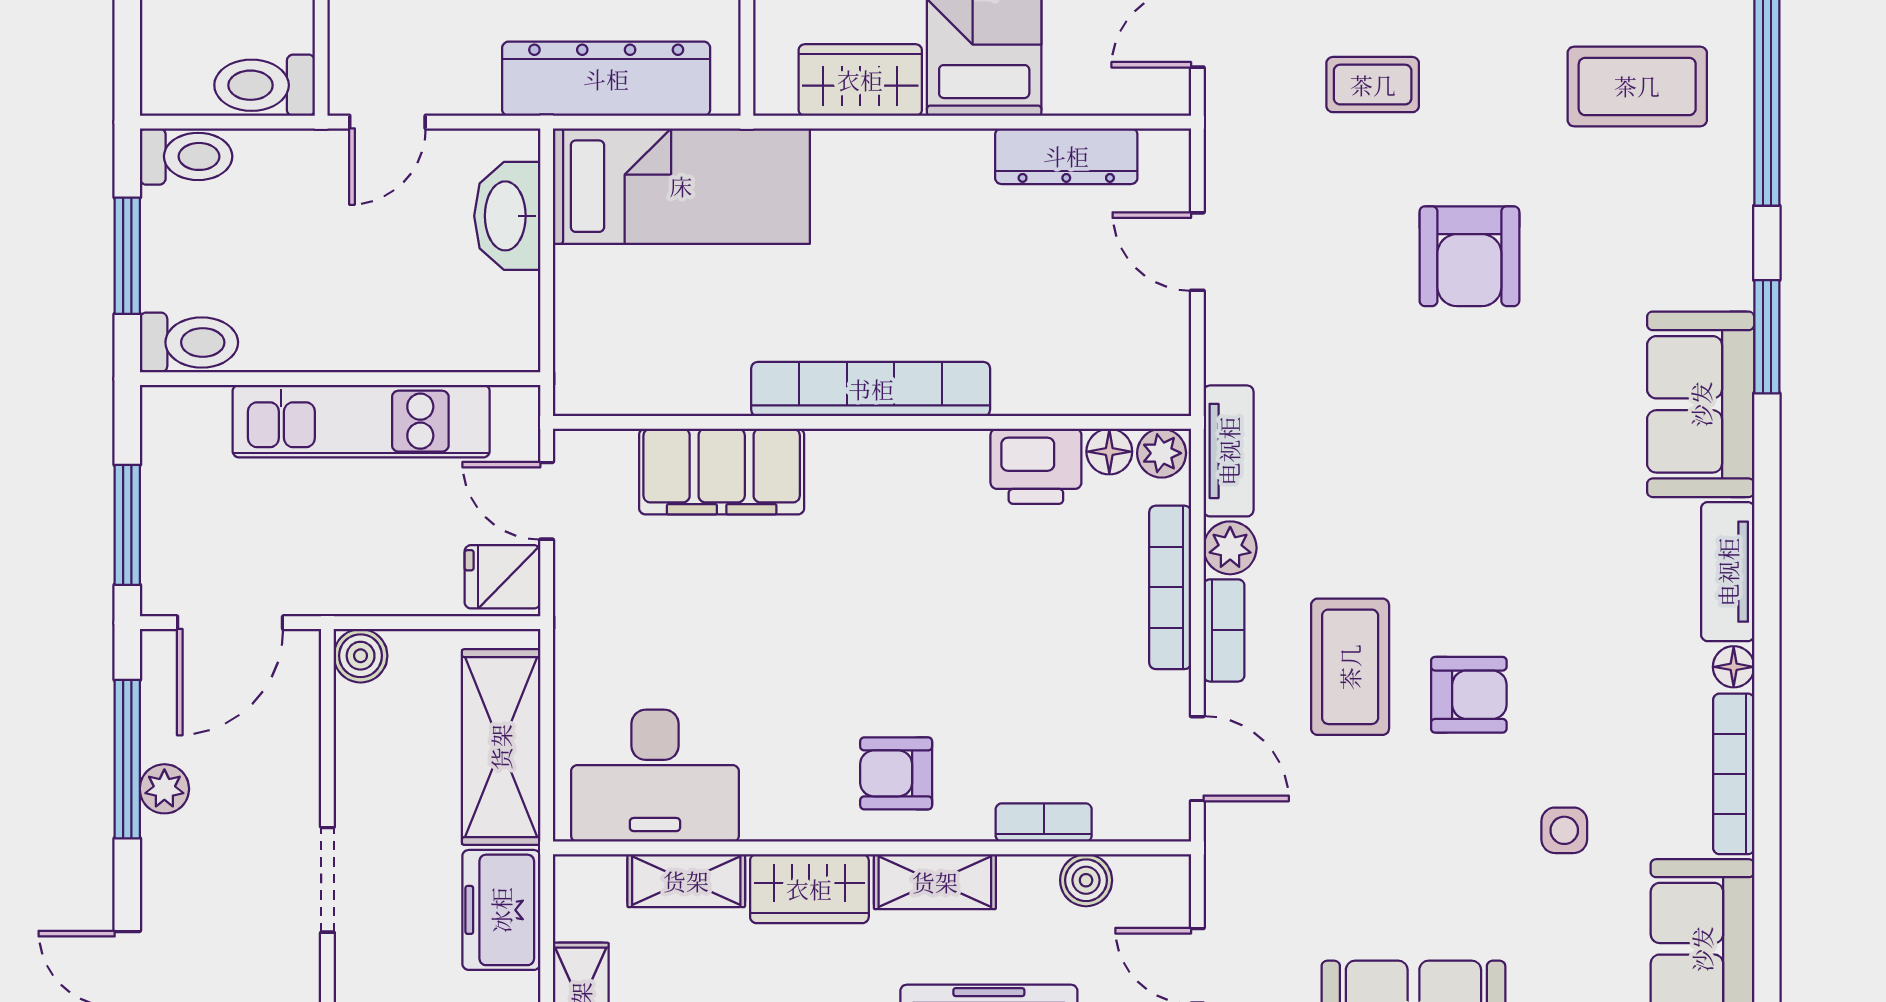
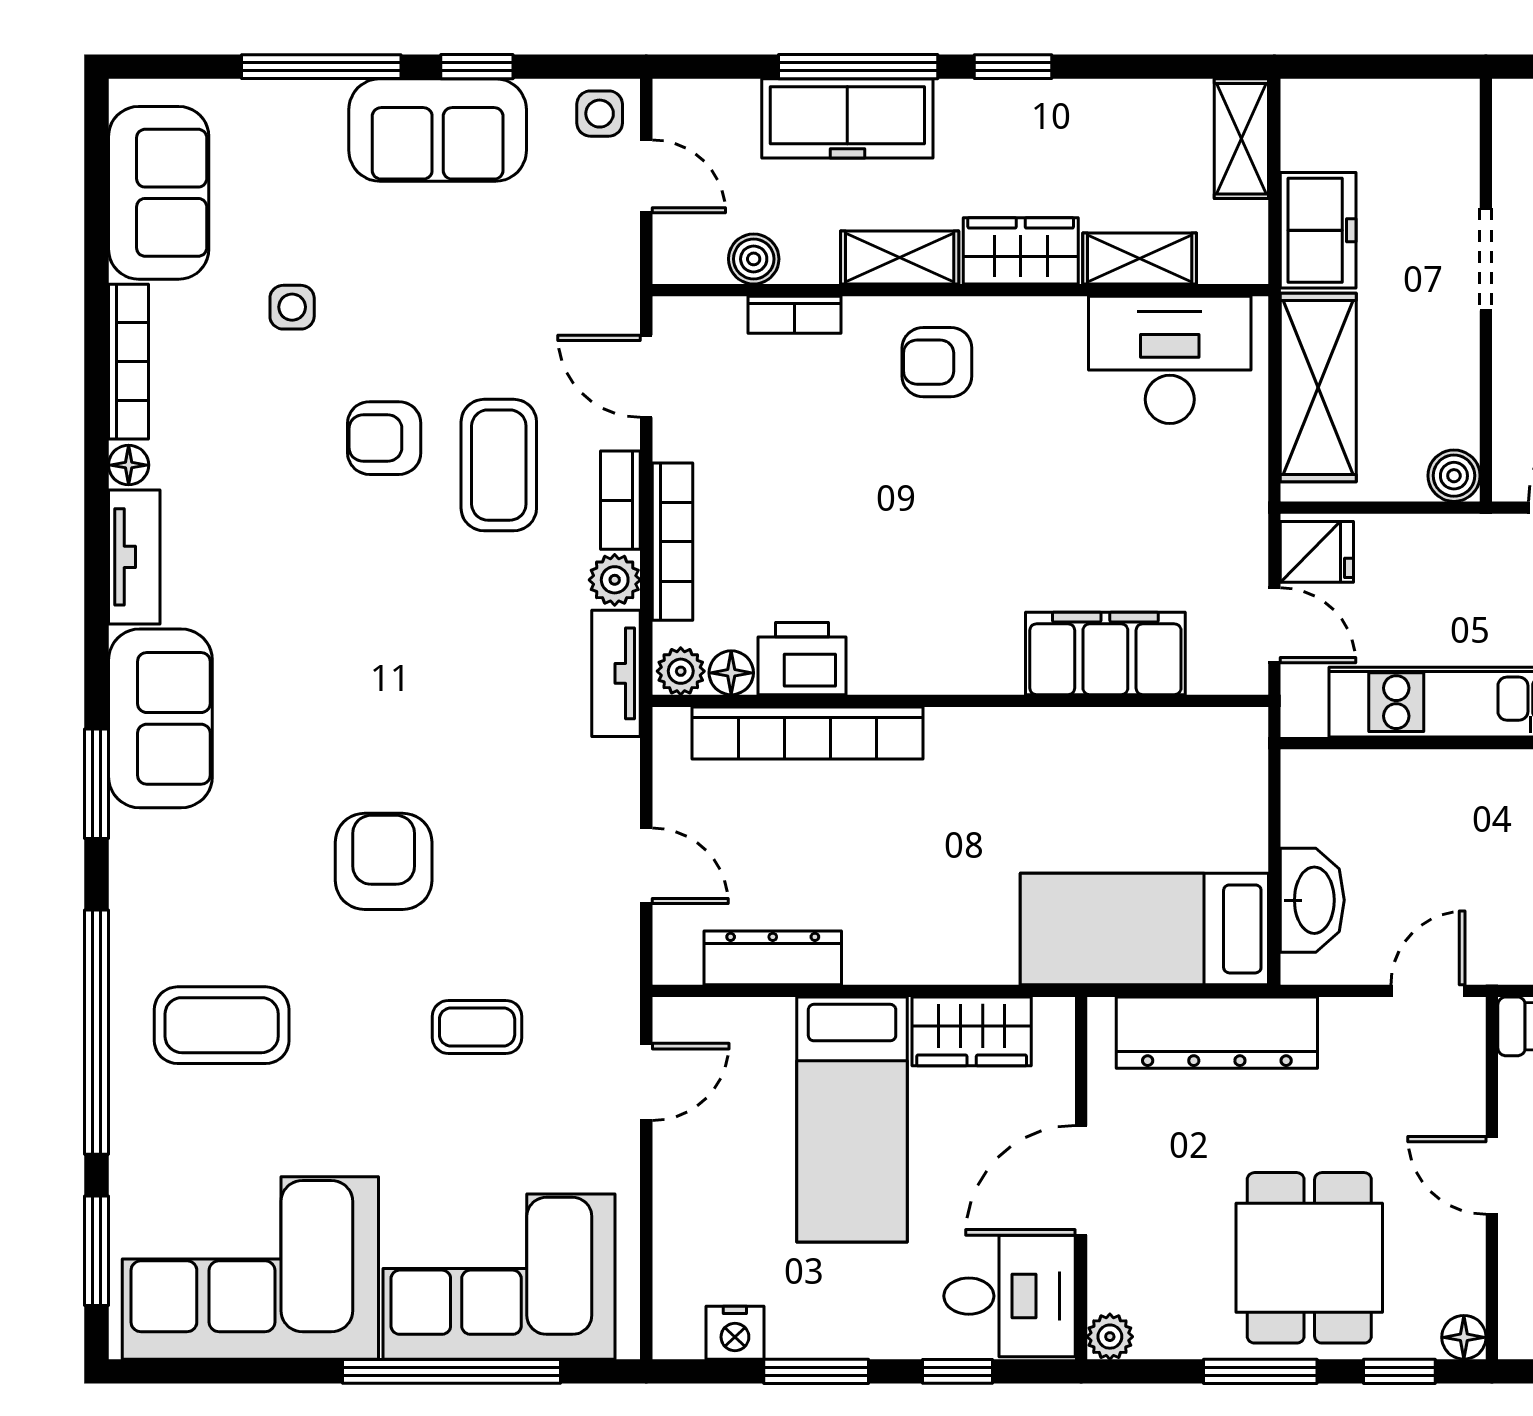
bookcase: (871, 389) -> (807, 733), moved
armchair: (896, 773) -> (937, 362), turned 180

